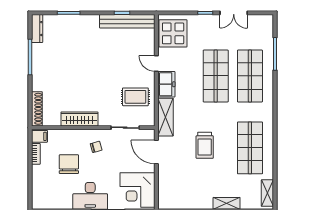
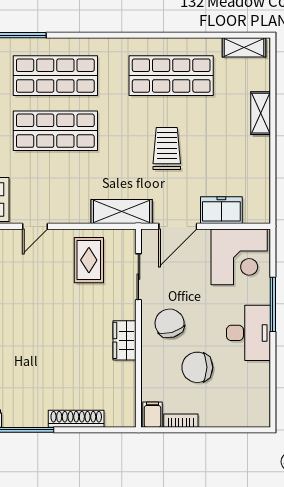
freezer: (166, 84) -> (221, 210), moved
shoe rack: (37, 109) -> (76, 419), moved
wardrobe: (79, 119) -> (124, 340), width x0.67
trolley: (205, 145) -> (167, 149), turned -90
chair: (96, 147) -> (170, 323), width x1.87, depth x1.87

